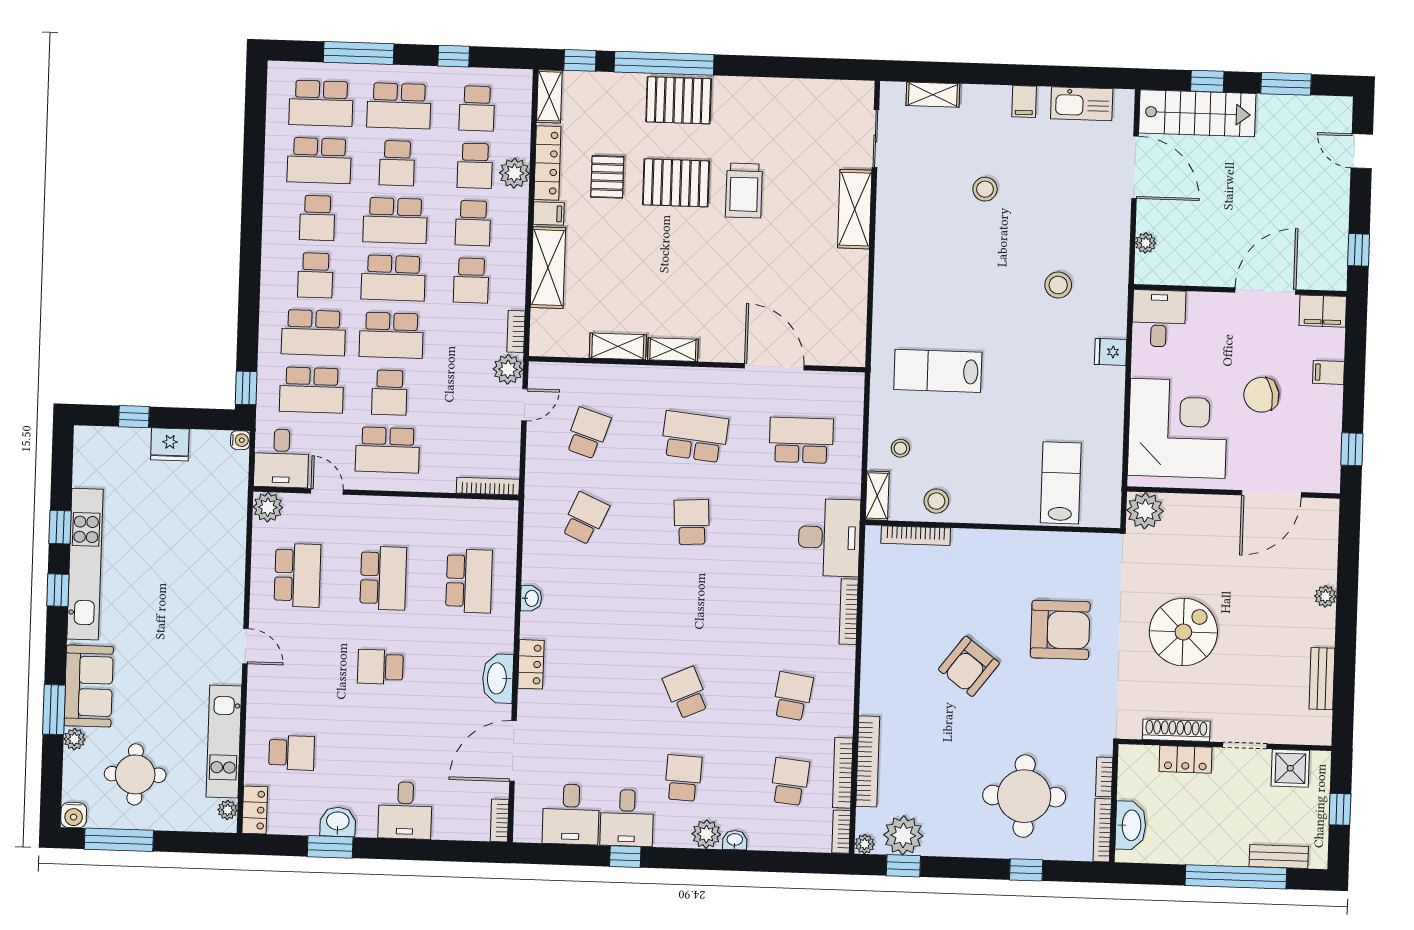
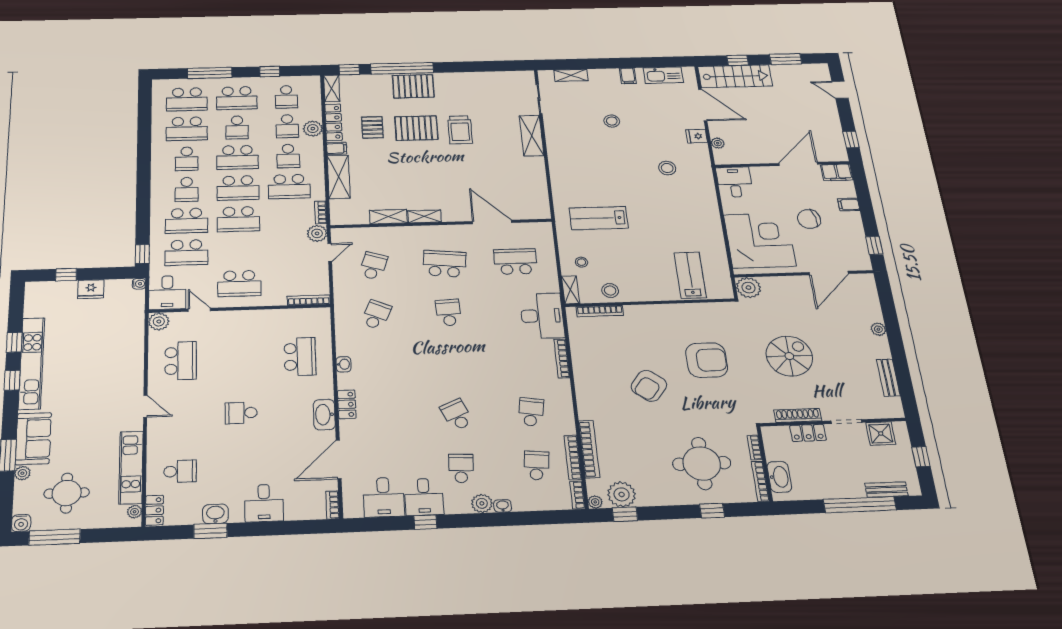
school desk: (471, 280) -> (289, 186), width x1.85
fridge: (1111, 352) -> (697, 136), moved
school desk: (389, 393) -> (239, 251), removed
school desk: (383, 578) -> (240, 359), removed

